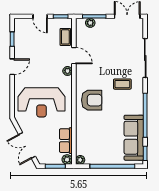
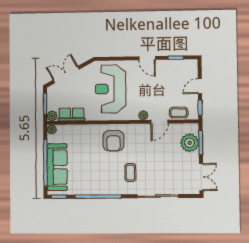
plant: (90, 23) -> (190, 143), width x1.87, depth x1.87
sofa: (134, 138) -> (57, 167), moved, turned 90

